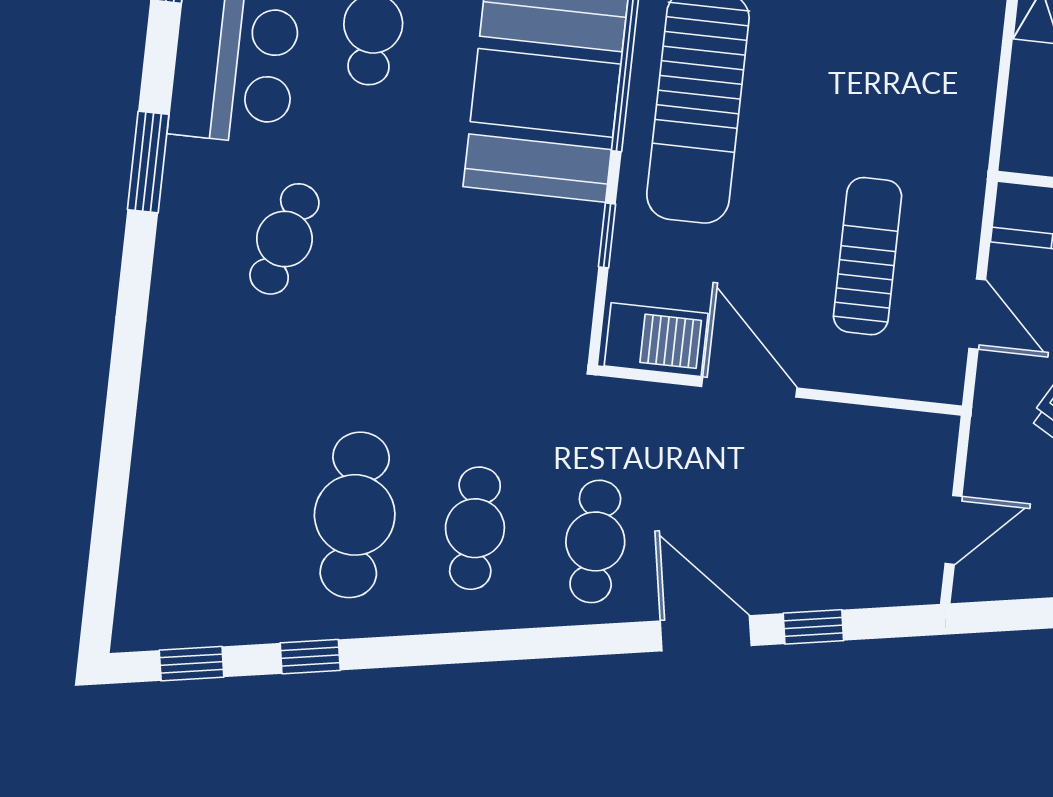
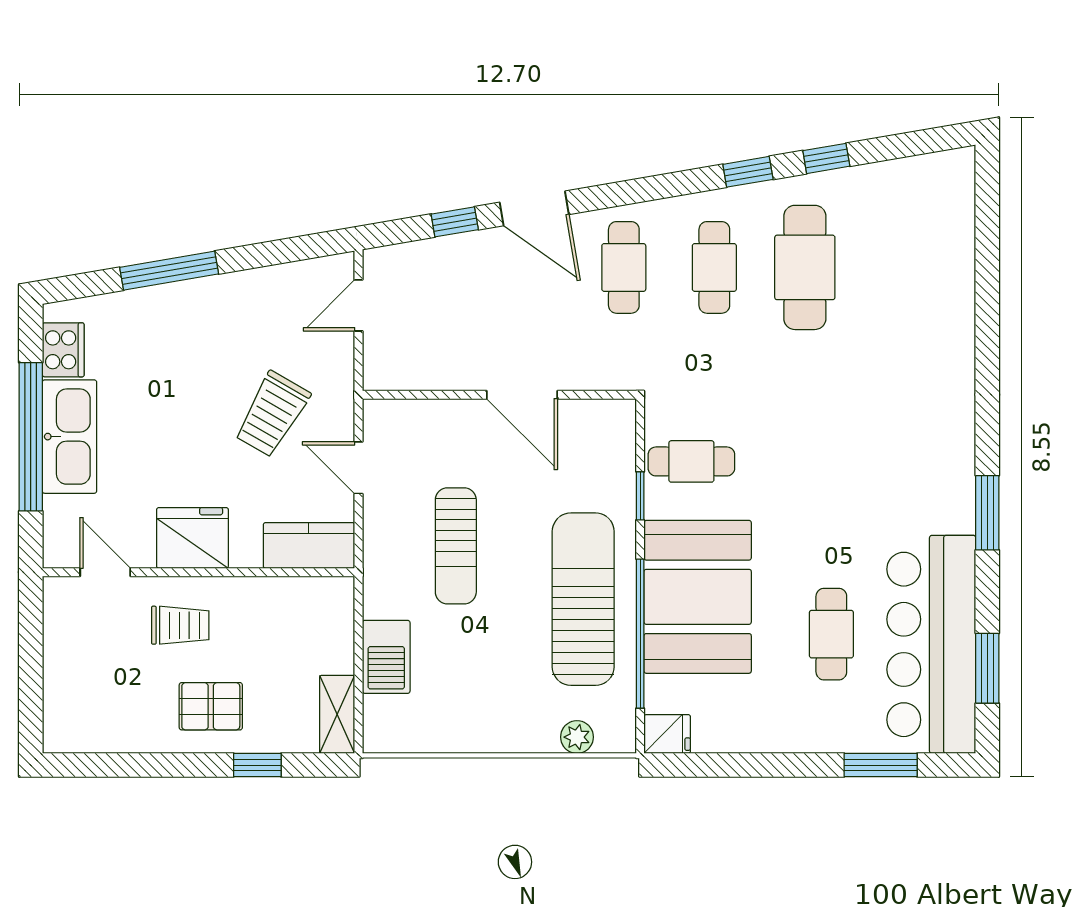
cafe table: (284, 239) -> (691, 461), moved, turned 74
sun lounger: (868, 256) -> (456, 546), moved
barbecue: (656, 340) -> (386, 657), moved, turned -90
window: (192, 664) -> (748, 172), moved

